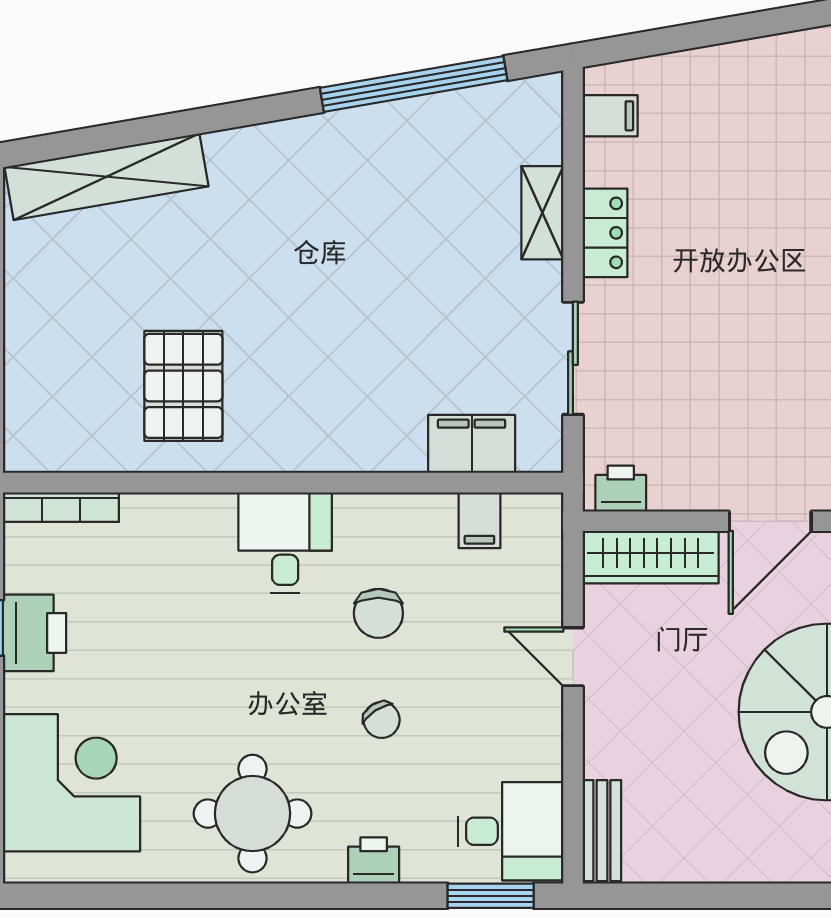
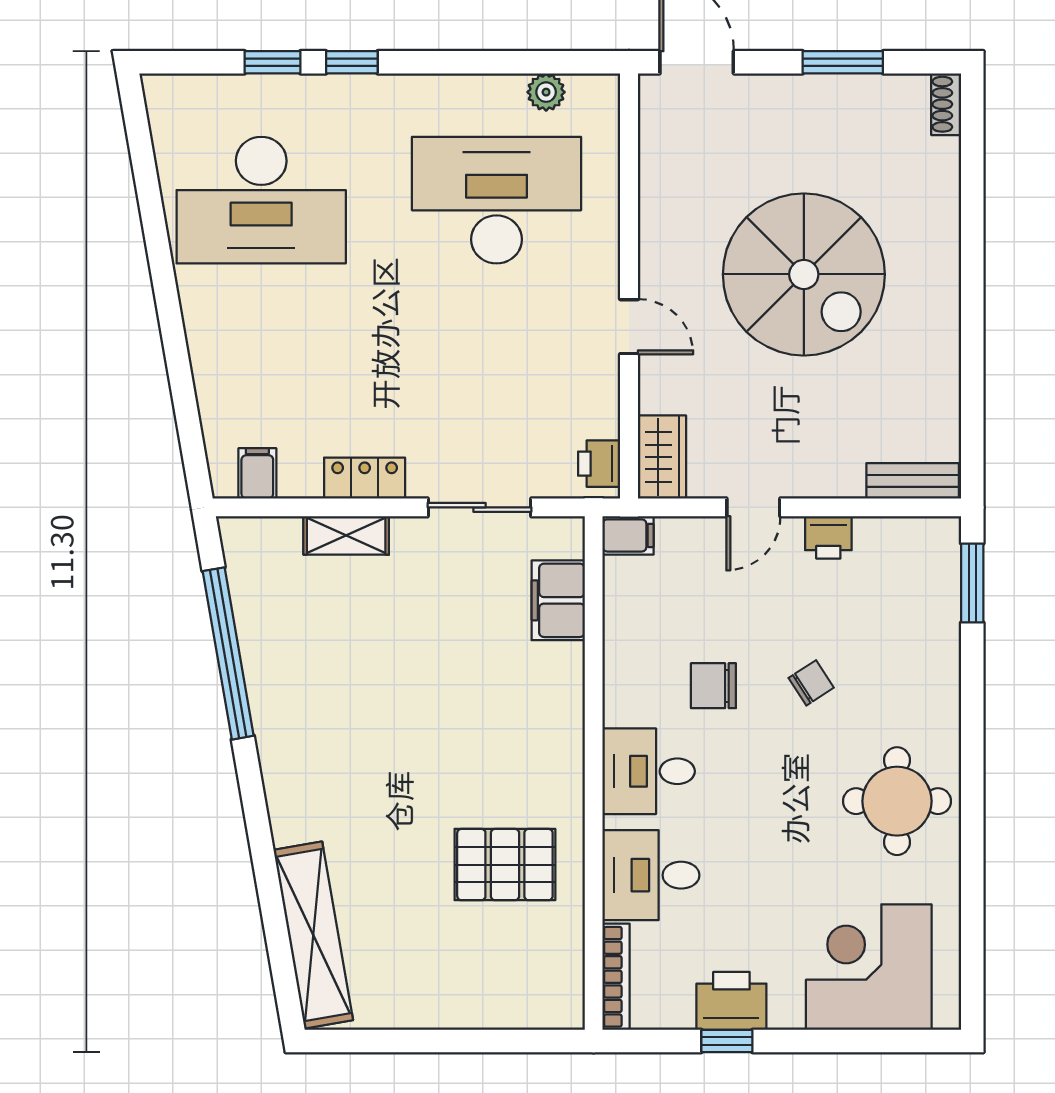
filing cabinet: (479, 520) -> (628, 535), moved
door: (770, 521) -> (629, 327), width x0.73
wardrobe: (651, 557) -> (662, 457), width x0.67
chair: (378, 613) -> (713, 686), turned 180
desk: (510, 831) -> (651, 875), moved, turned -90
printer: (374, 860) -> (828, 537), moved, turned -90

